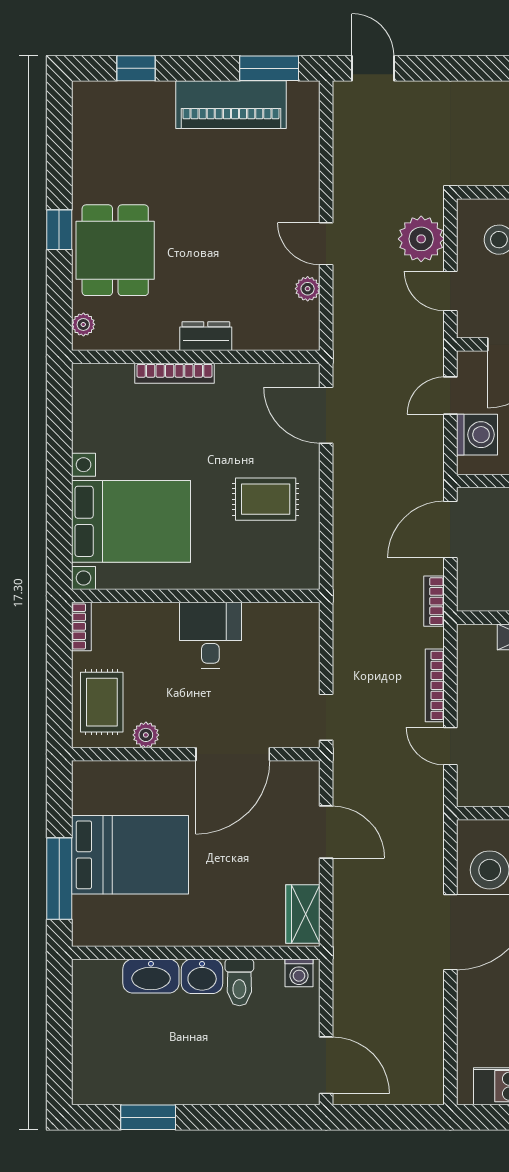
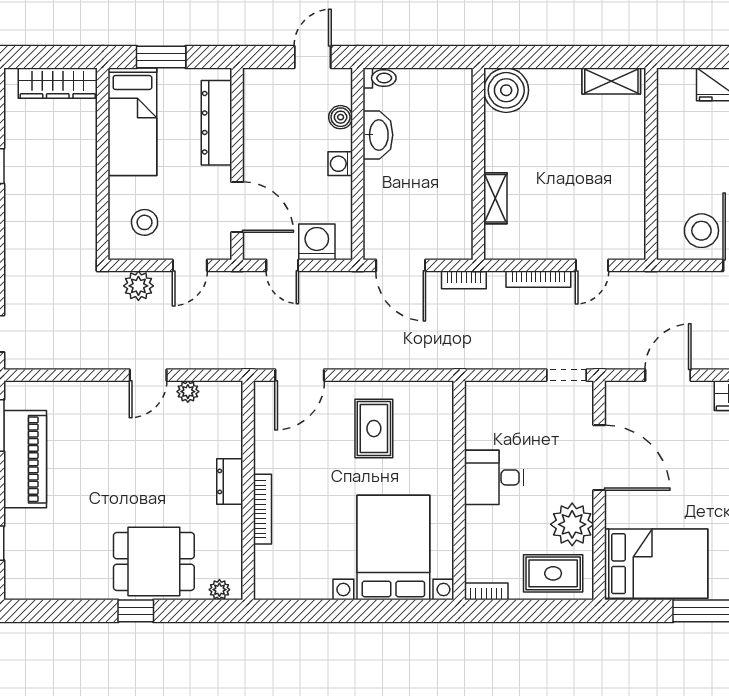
plant: (421, 239) -> (138, 286), width x0.73, depth x0.73
plant: (146, 735) -> (572, 524), width x1.88, depth x1.88
bed: (130, 855) -> (656, 564), moved, turned 90

